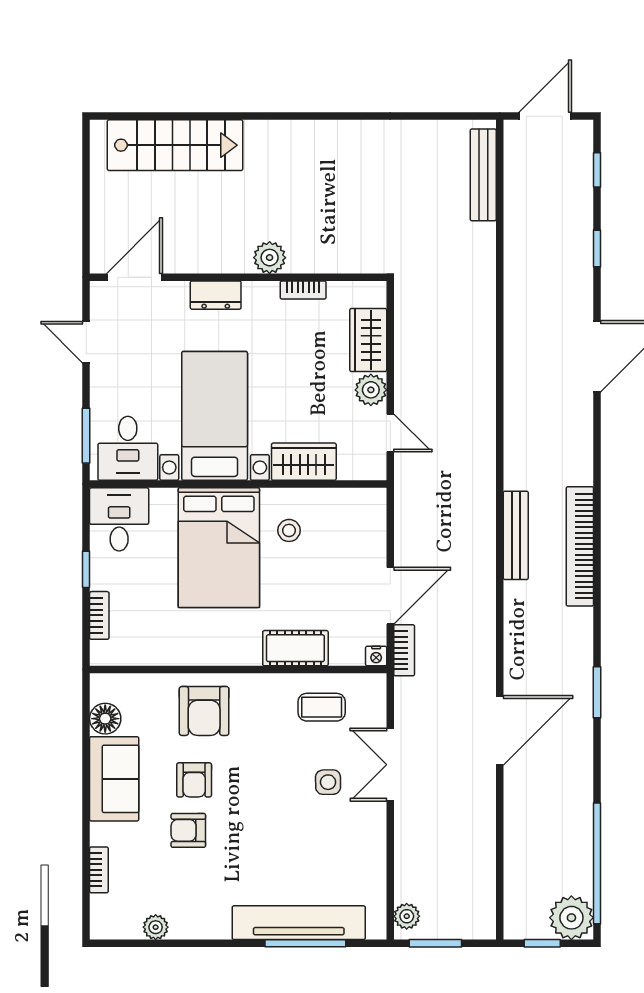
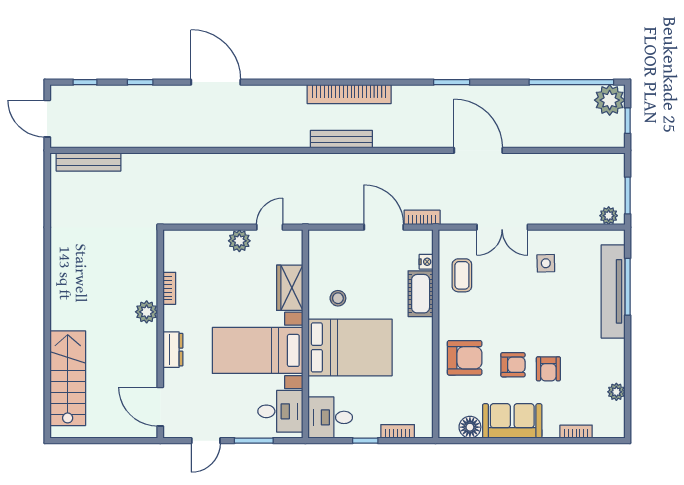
wardrobe: (368, 340) -> (204, 243), removed
window: (86, 436) -> (254, 441), moved
nightstand: (376, 656) -> (426, 262), moved
side table: (328, 782) -> (546, 263), moved

